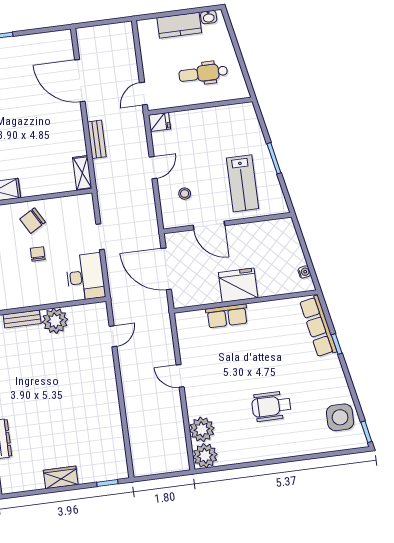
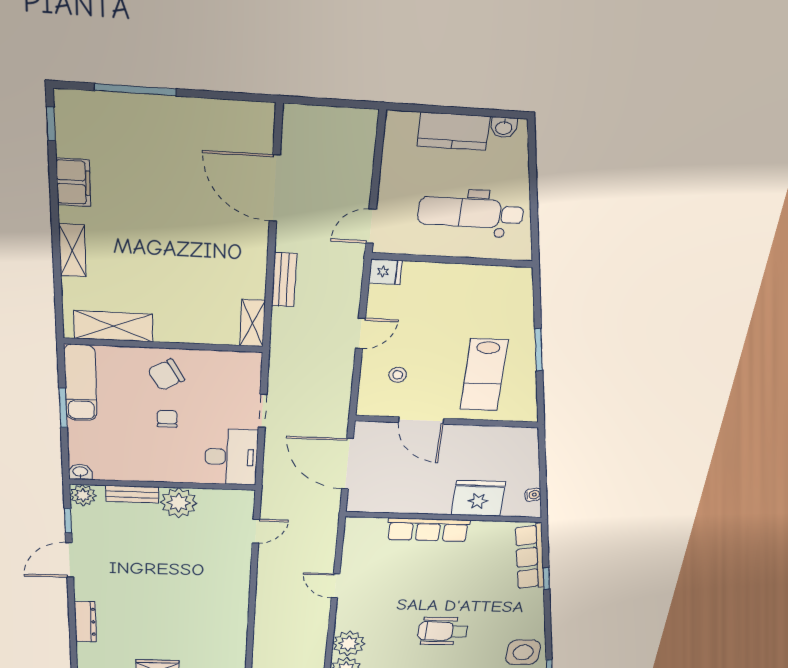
dental chair: (203, 73) -> (471, 213), width x1.36, depth x1.38
fridge: (238, 285) -> (478, 498), moved
row of seats: (227, 316) -> (428, 530), width x1.48

